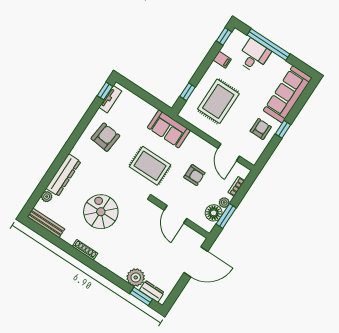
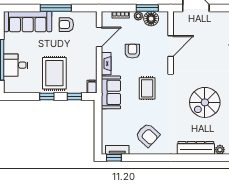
window: (224, 36) -> (47, 97), moved
filing cabinet: (222, 60) -> (92, 87), moved
rug: (218, 101) -> (54, 73), moved, turned 90
window: (283, 129) -> (56, 8), width x2.17
armchair: (105, 137) -> (148, 135), turned -143
fireplace: (199, 142) -> (106, 64), added
rug: (150, 166) -> (147, 88), width x0.73, depth x0.70

